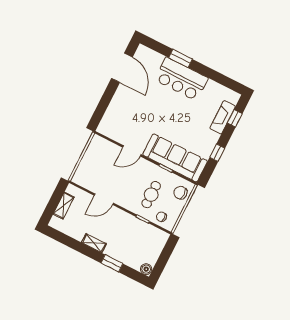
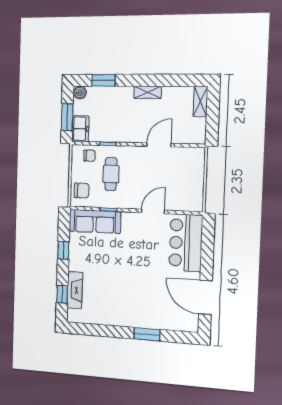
bar counter: (181, 79) -> (186, 243), moved, turned -90
sofa: (175, 158) -> (95, 221), width x0.74, depth x0.79
shelving: (64, 206) -> (200, 101), moved
freezer: (159, 241) -> (80, 129), added
window: (165, 255) -> (67, 117), added
window: (112, 263) -> (103, 80), moved

